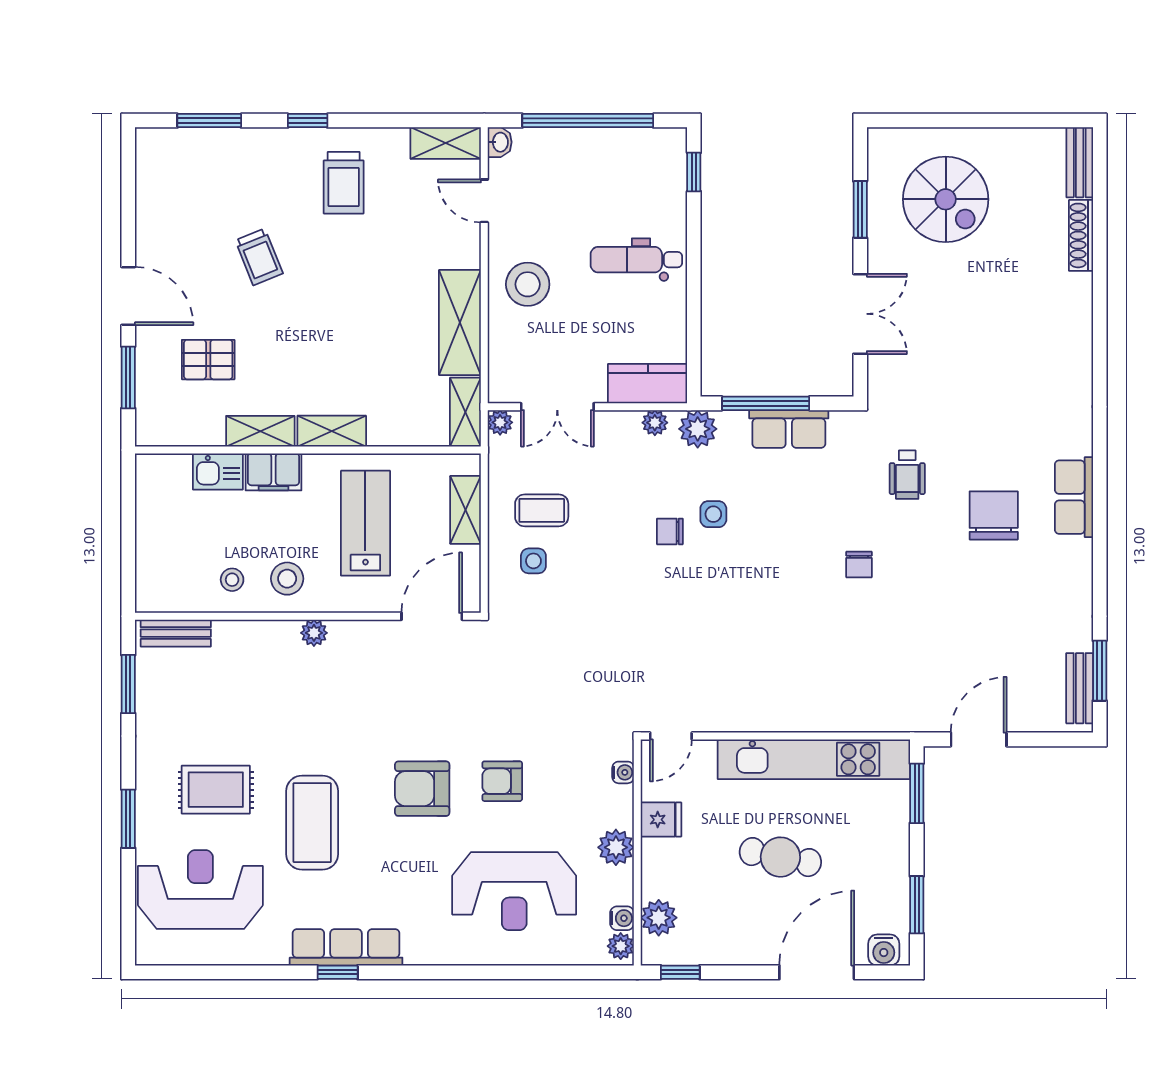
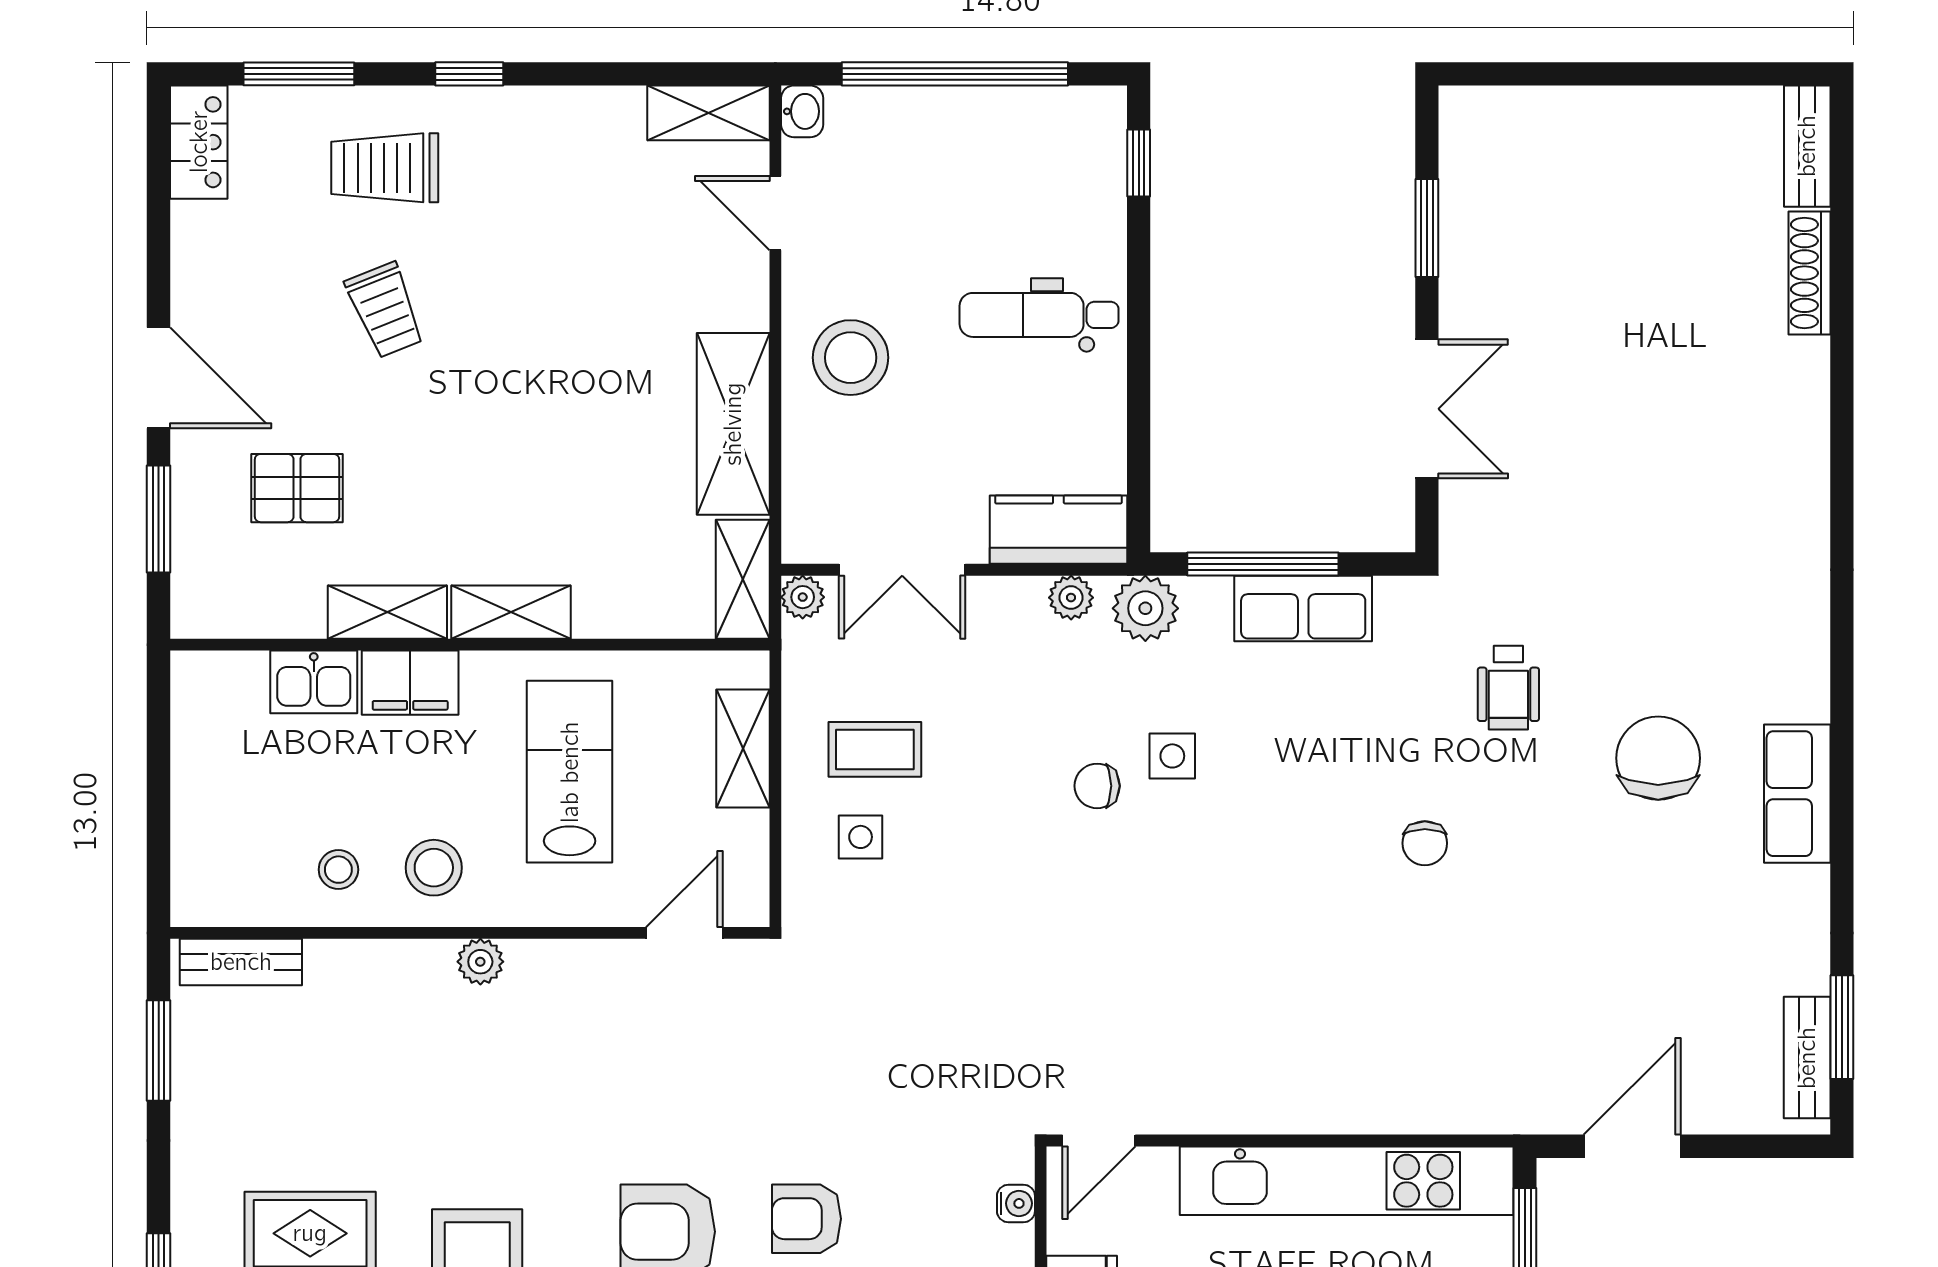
locker: (151, 160) -> (199, 142), added
trolley: (344, 183) -> (385, 168), moved, turned 90
spiral stairs: (946, 199) -> (1575, 210), removed
row of seats: (1074, 497) -> (1797, 794), moved
door: (432, 616) -> (684, 933), width x0.73

